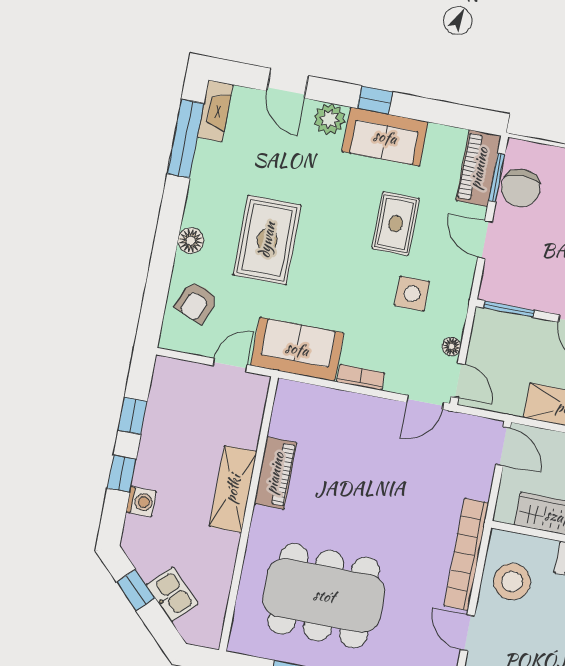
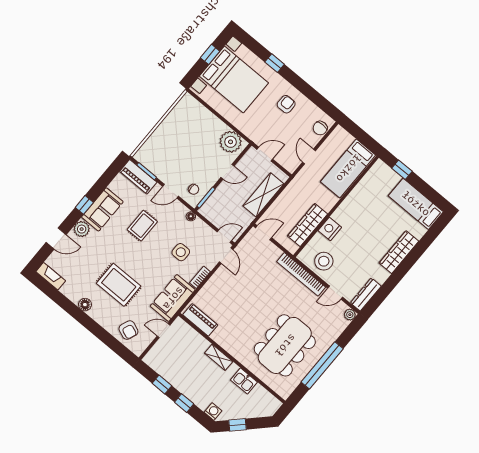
window: (185, 139) -> (56, 296), removed
chair: (521, 188) -> (194, 189), moved, width x0.54, depth x0.54
rug: (396, 224) -> (142, 226), turned 90
floor lamp: (191, 241) -> (85, 305), moved
side table: (412, 294) -> (181, 252), moved
floor lamp: (452, 347) -> (191, 216), moved
door: (230, 365) -> (163, 331), hinge flipped
piano: (275, 473) -> (200, 320), moved
shelving: (233, 489) -> (219, 357), width x0.67, depth x0.75
washing machine: (141, 502) -> (213, 412), moved
kitchen sink: (172, 594) -> (244, 381), moved, turned -135

